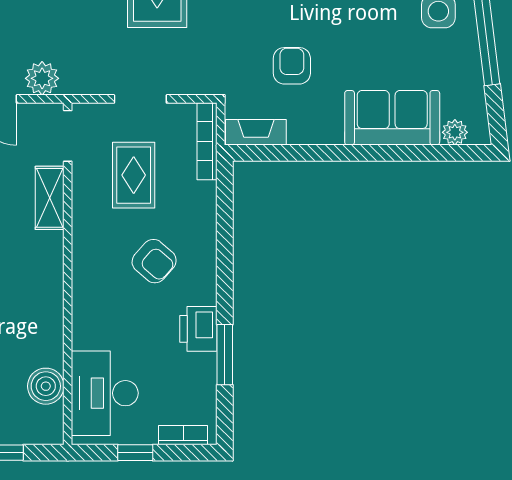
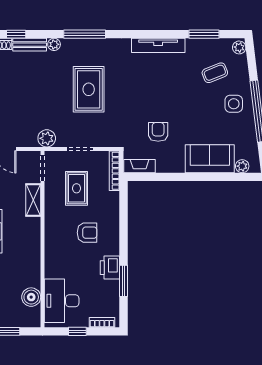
plant: (42, 78) -> (47, 138), moved
armchair: (154, 261) -> (87, 233), turned -41

